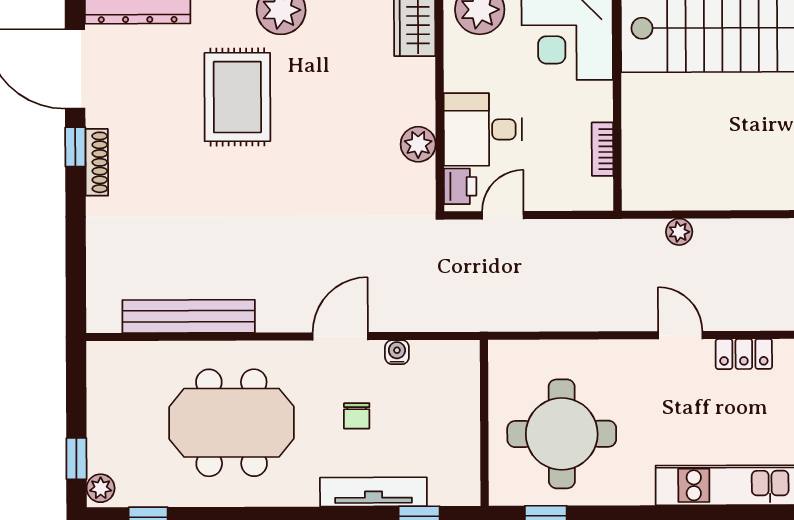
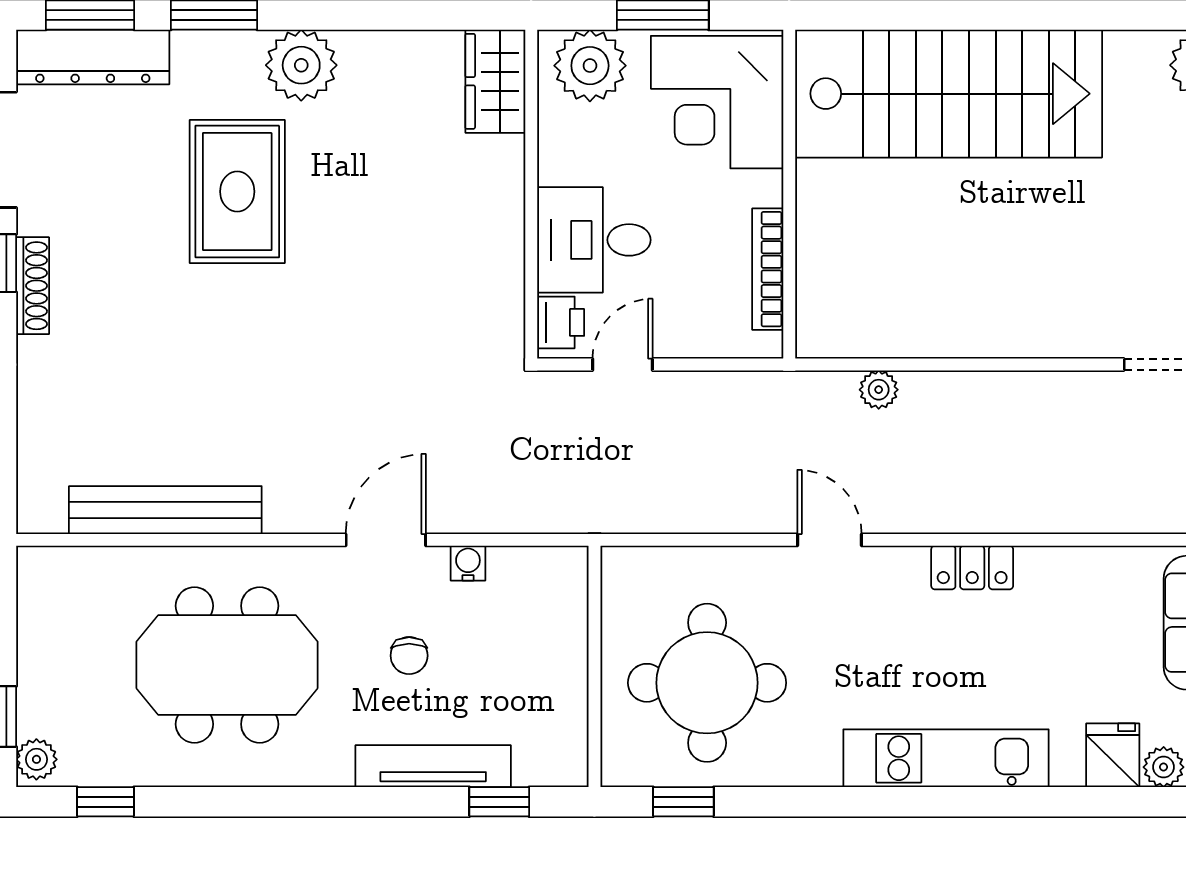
plant: (418, 144) -> (500, 261), removed
bookcase: (603, 149) -> (768, 269), width x1.56
door: (680, 335) -> (829, 540), moved

